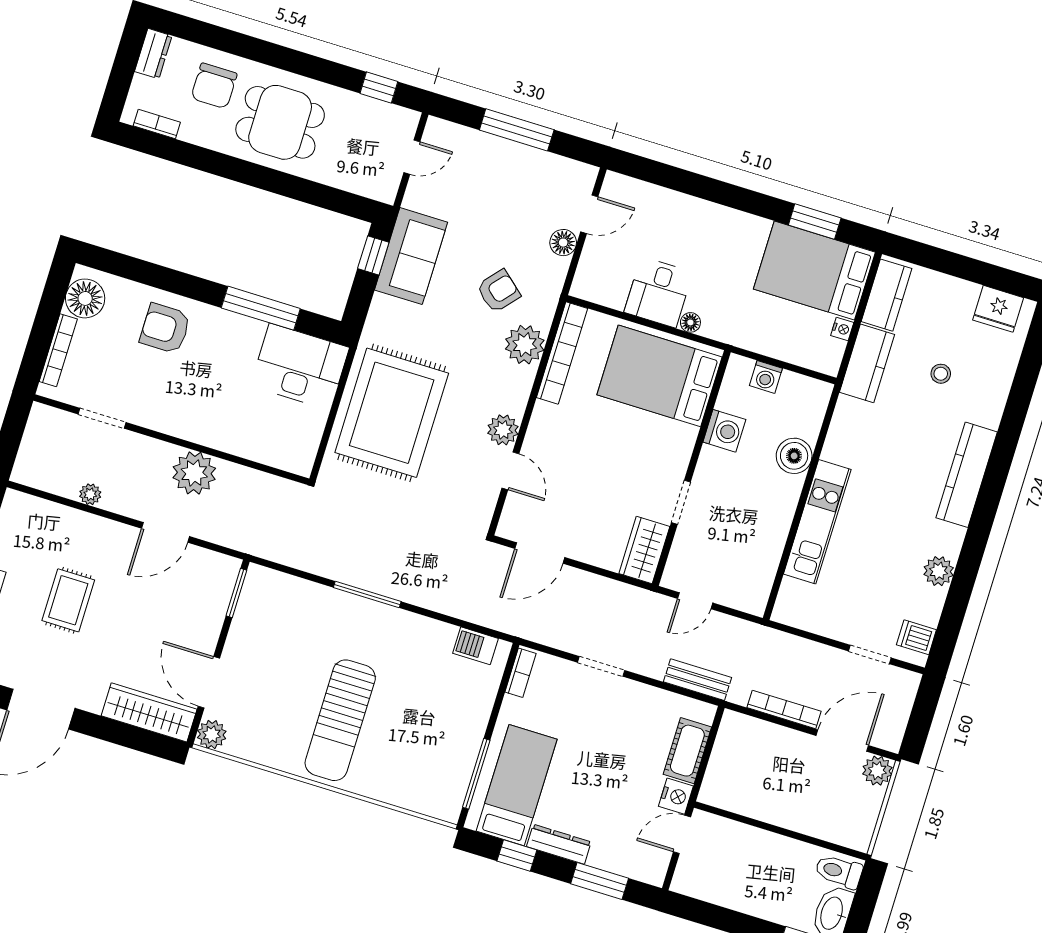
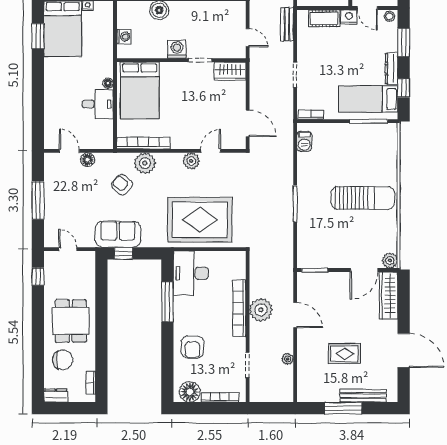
washing machine: (724, 431) -> (177, 49), moved
bookcase: (209, 435) -> (239, 308), added
stool: (655, 870) -> (390, 16), added

